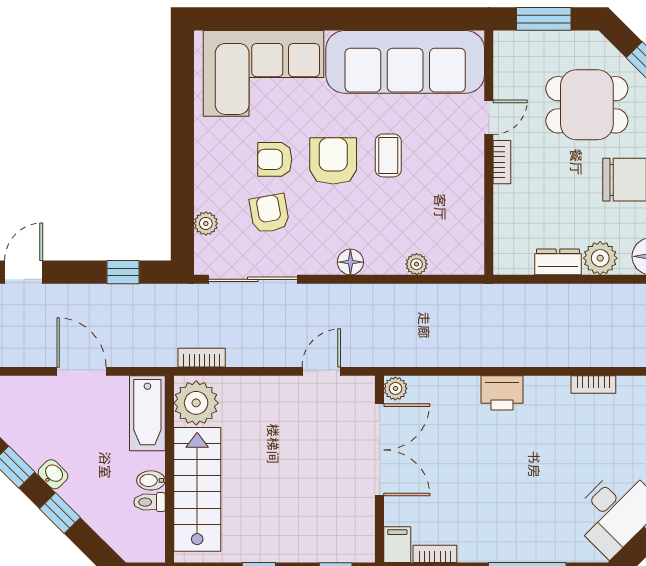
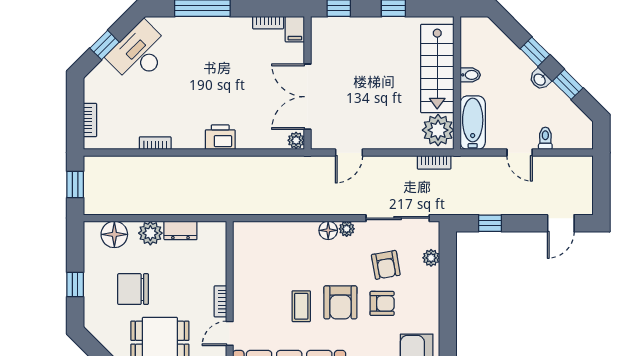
plant: (417, 264) -> (347, 229), moved
door: (82, 371) -> (520, 153), width x0.73
toilet: (150, 502) -> (545, 138), moved, turned -90

